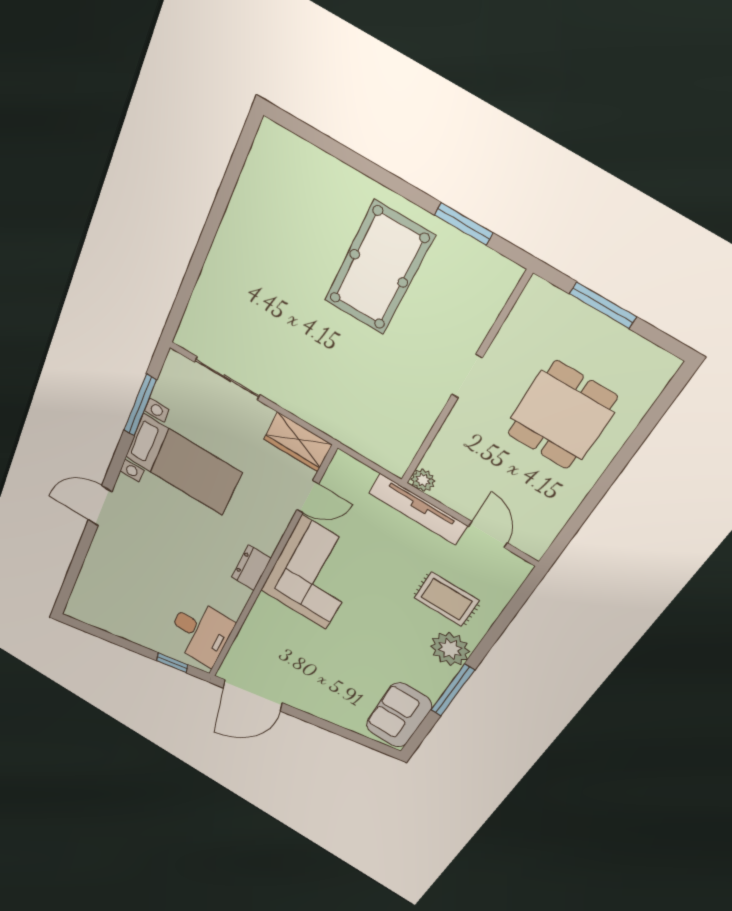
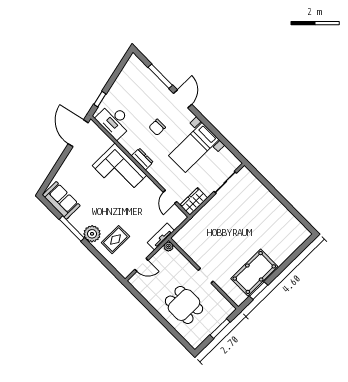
pool table: (379, 268) -> (254, 272), moved, turned 90
window: (140, 405) -> (160, 76), moved
tv unit: (418, 509) -> (161, 237), width x0.71
chair: (176, 548) -> (157, 127), added
corner sofa: (314, 573) -> (119, 170), moved

